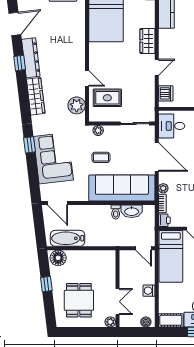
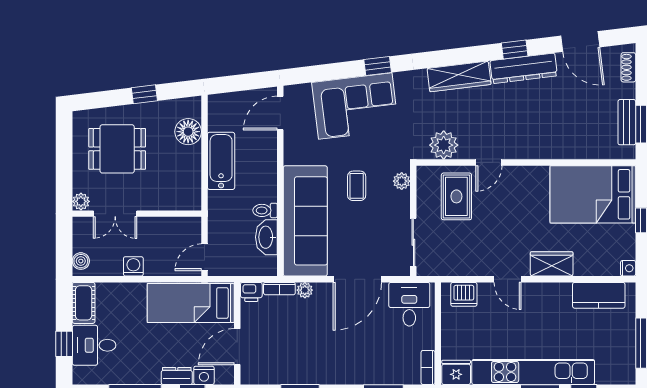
bathtub: (68, 238) -> (221, 161), moved
floor lamp: (58, 258) -> (188, 132), moved

